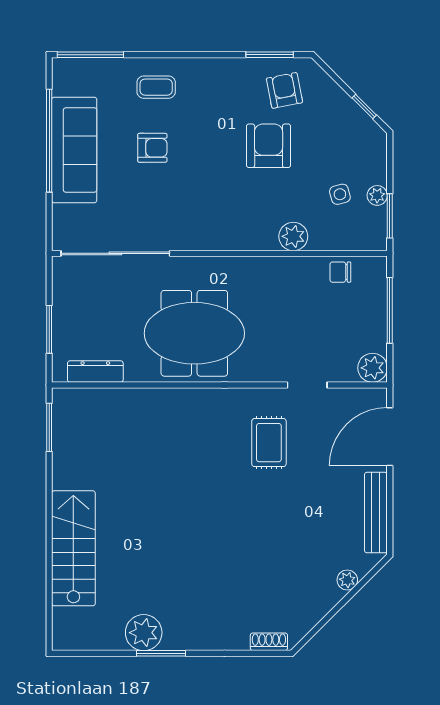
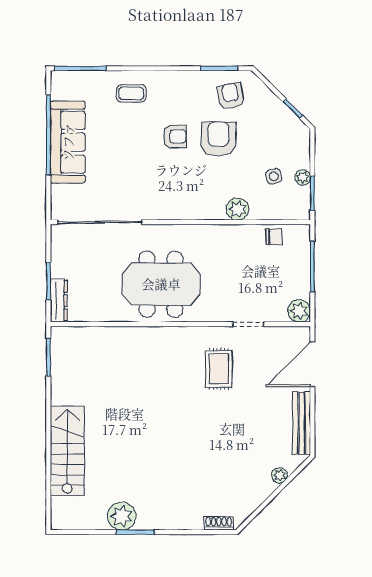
armchair: (152, 148) -> (175, 137), moved
chair: (340, 272) -> (274, 237), turned 180
dresser: (95, 372) -> (59, 301), moved, turned 90

